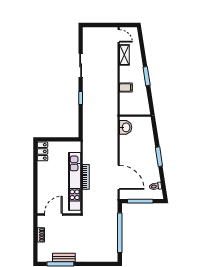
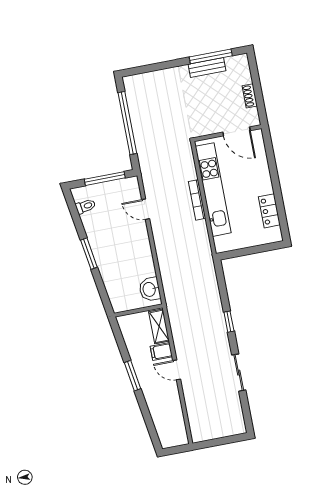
door: (119, 36) -> (177, 370), moved
shelving: (124, 55) -> (159, 326), moved
locker: (42, 151) -> (269, 211), moved
door: (119, 177) -> (146, 209), width x0.53
door: (53, 214) -> (237, 131), hinge flipped

